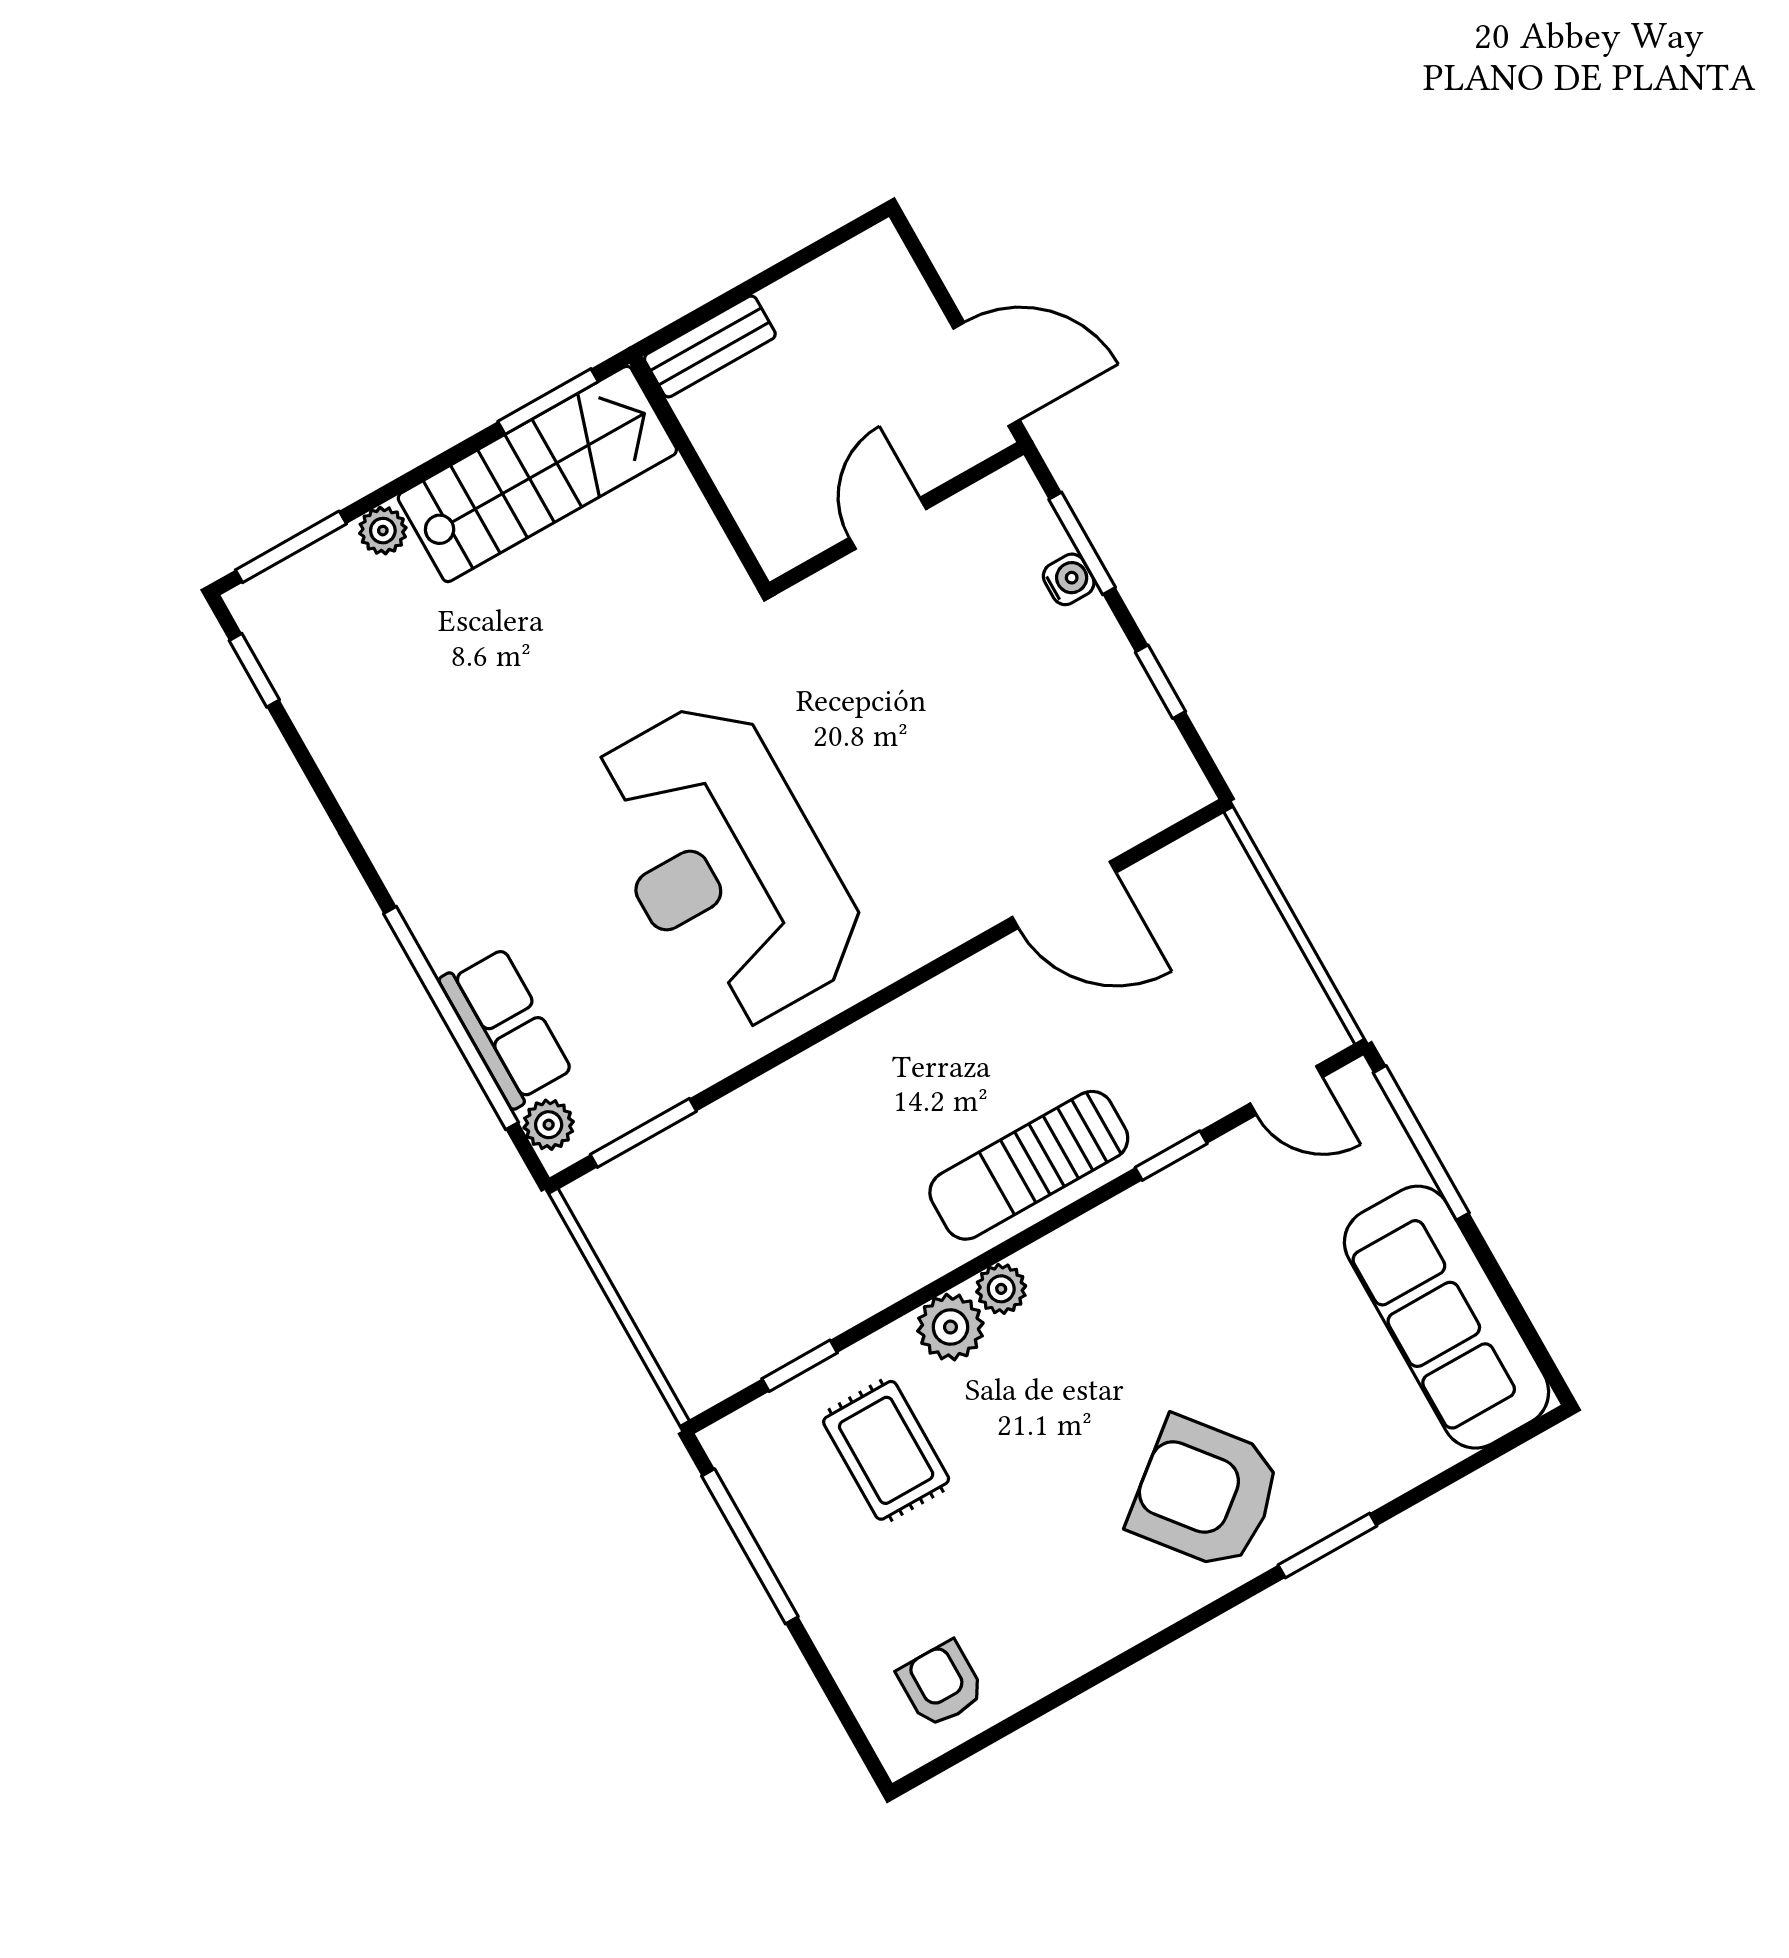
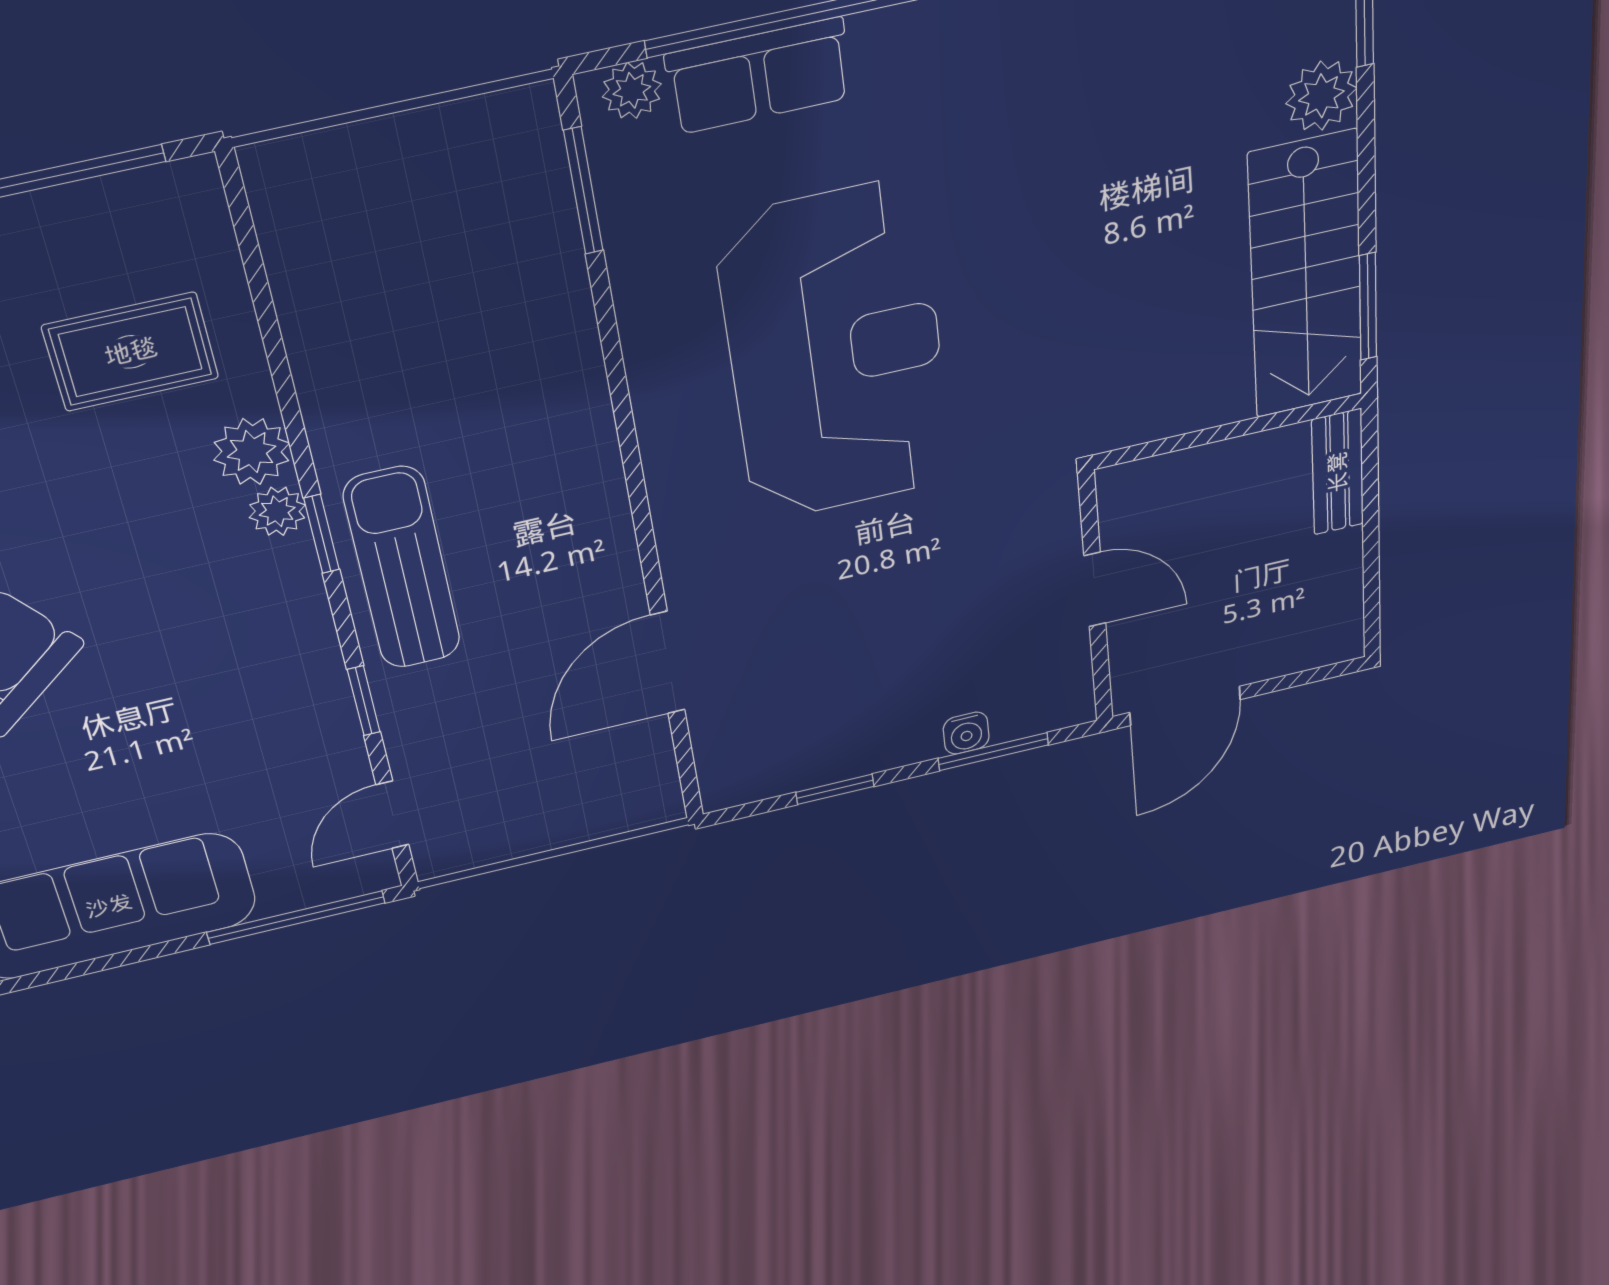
plant: (383, 531) -> (1321, 96), width x1.38, depth x1.38
reception desk: (725, 864) -> (836, 353), turned 90
window: (800, 1366) -> (322, 534), moved

